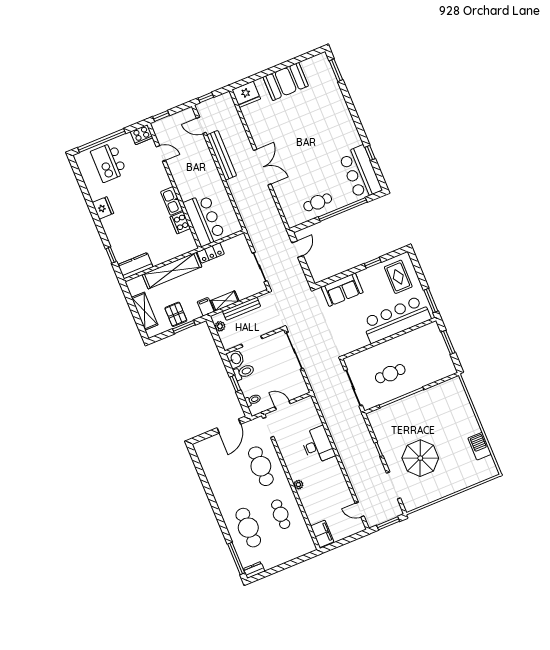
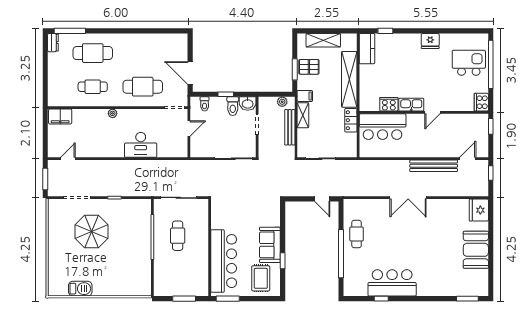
door: (161, 154) -> (432, 112), moved
bar counter: (360, 172) -> (392, 283), moved
rug: (398, 277) -> (261, 278), turned 90
sofa: (342, 290) -> (270, 245), moved

